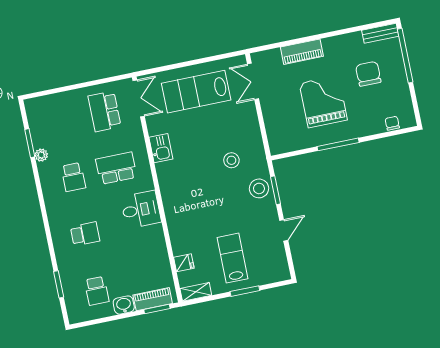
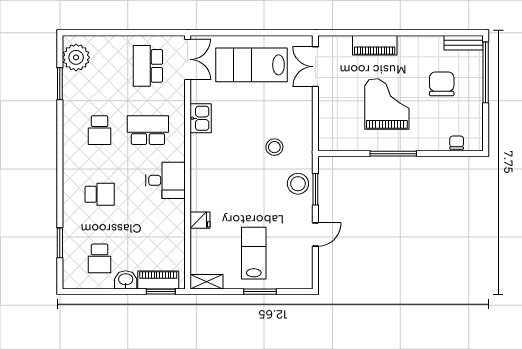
plant: (41, 155) -> (76, 57), moved, width x1.88, depth x1.88
fridge: (184, 263) -> (200, 220), moved

